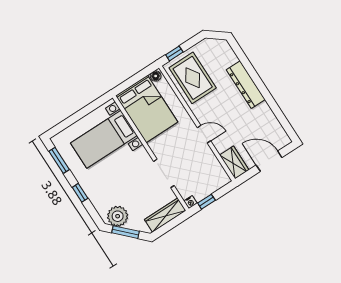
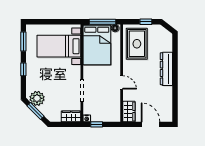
window: (174, 53) -> (146, 22), moved
window: (136, 78) -> (103, 22), added
wardrobe: (165, 215) -> (71, 116), width x0.67

